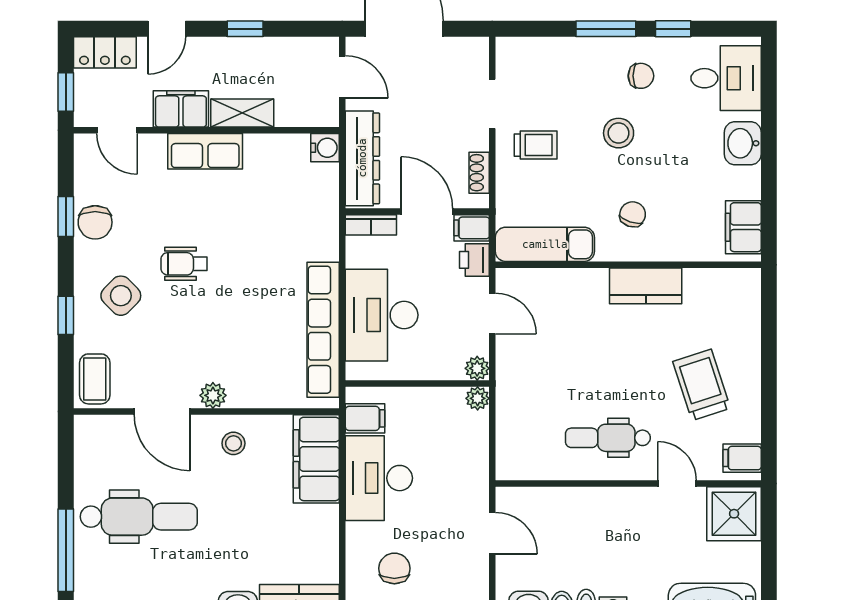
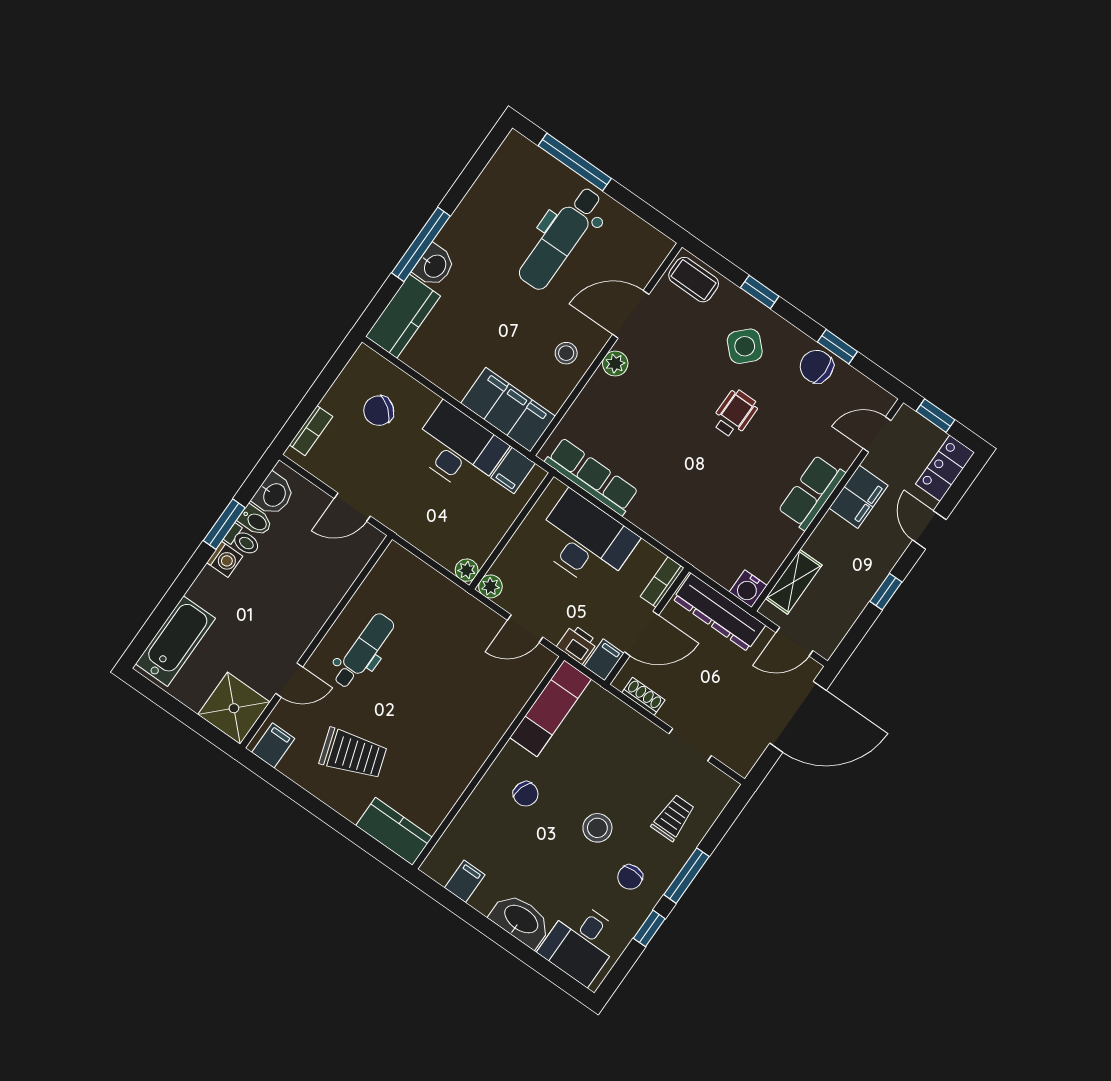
shelving: (242, 113) -> (794, 582), moved
washbasin: (743, 143) -> (521, 920), width x1.38
trolley: (536, 145) -> (673, 818), moved, turned 180
filing cabinet: (743, 227) -> (465, 881), width x0.50
kitchen counter: (646, 286) -> (394, 831), moved, turned 90
row of seats: (323, 330) -> (592, 477), width x0.73
chair: (394, 568) -> (379, 411), turned 128

